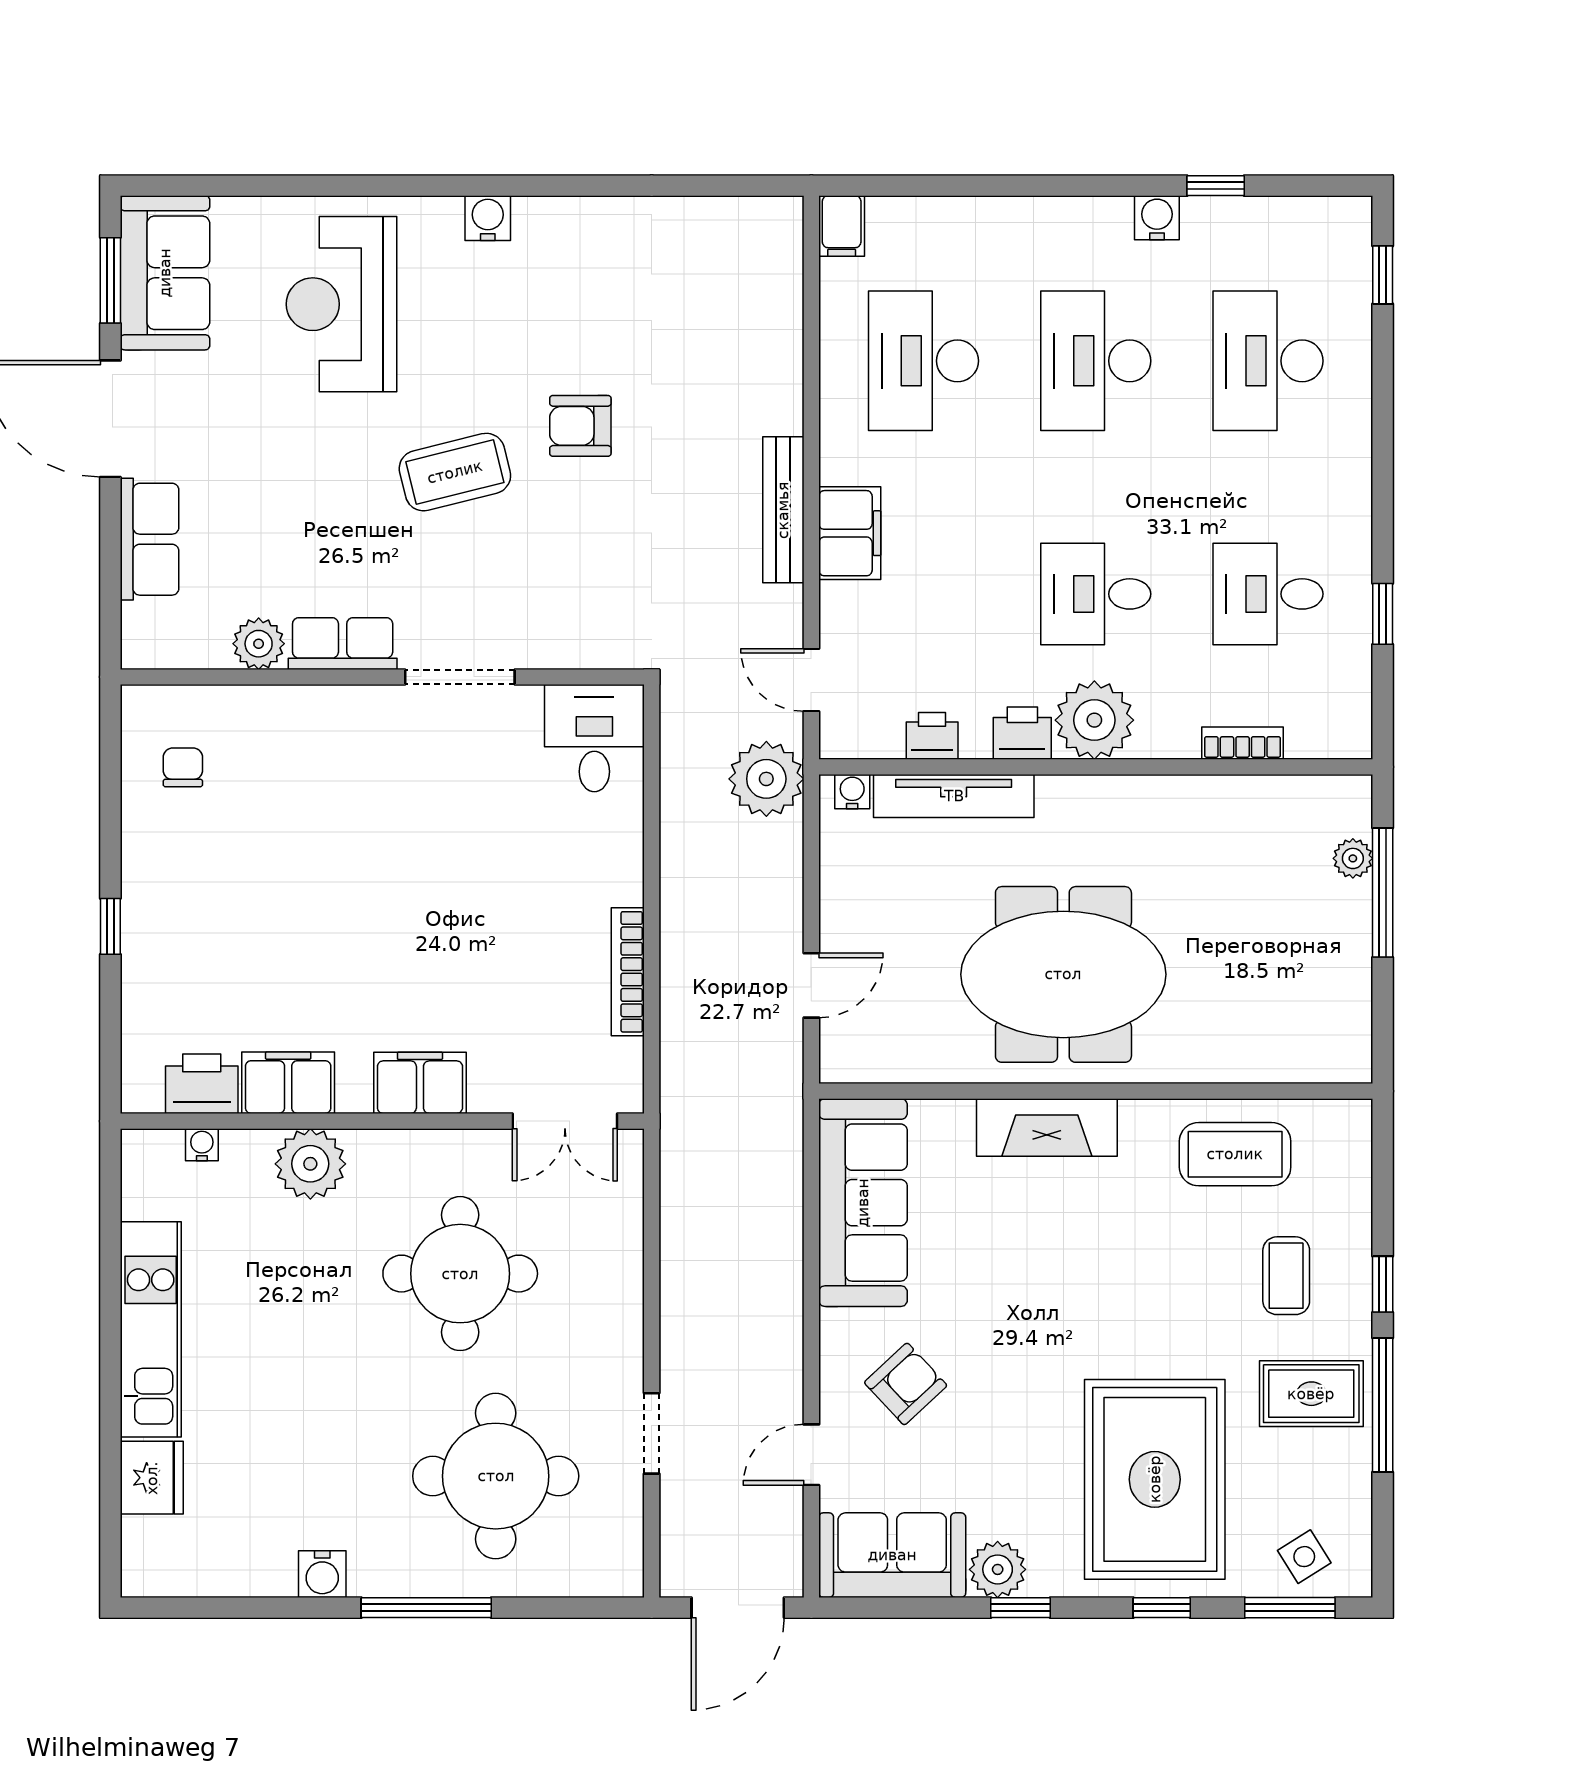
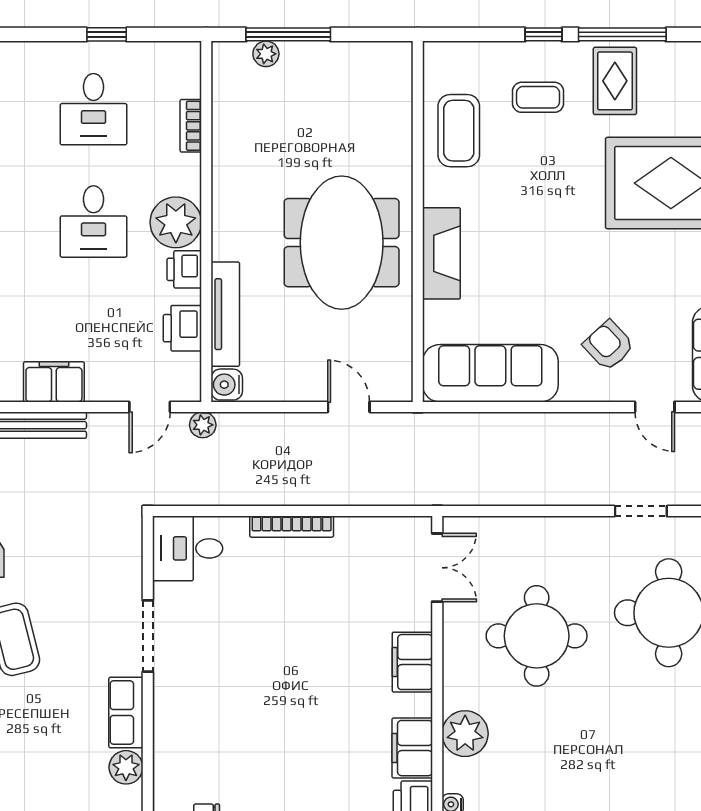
printer: (932, 736) -> (182, 328), width x1.36, depth x1.24
plant: (766, 779) -> (203, 425), width x0.53, depth x0.53
water cooler: (852, 792) -> (227, 385), width x1.38, depth x1.38
bookcase: (628, 972) -> (292, 527), moved

